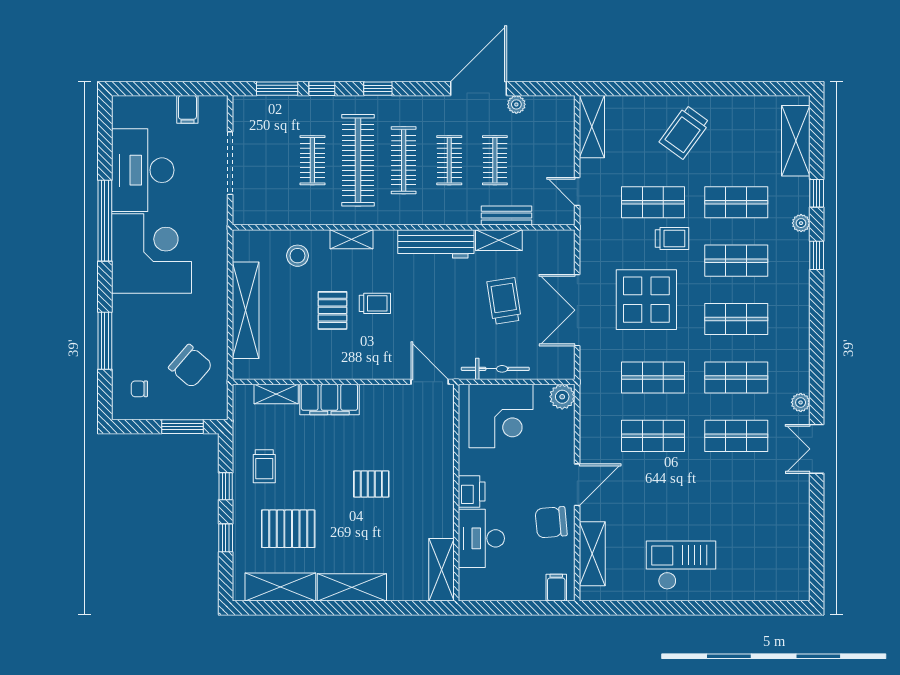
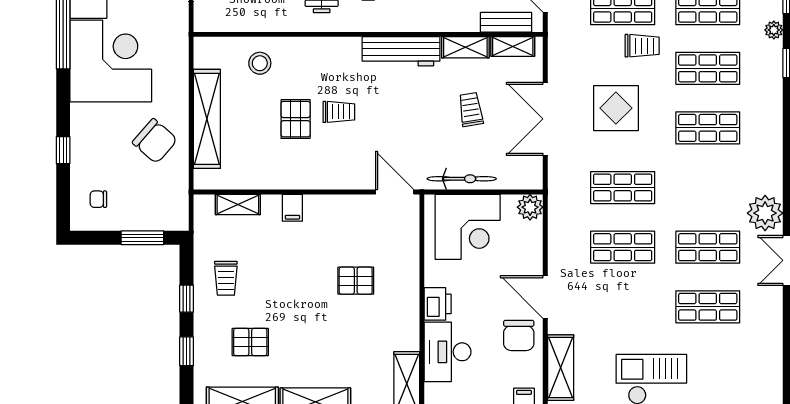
bench: (507, 216) -> (506, 22), moved
shelving: (352, 239) -> (513, 46), moved
display table: (646, 300) -> (616, 108), width x0.73, depth x0.73
trolley: (504, 301) -> (471, 109), width x0.73, depth x0.72
window: (105, 341) -> (63, 150), width x0.46
chair: (191, 366) -> (155, 141), moved
shop shelf: (736, 377) -> (708, 307), moved
filing cabinet: (329, 399) -> (292, 208), width x0.33, depth x0.86
plant: (801, 402) -> (765, 213), width x1.88, depth x1.88
pallet: (371, 484) -> (356, 281), moved
door: (577, 485) -> (545, 297), swing flipped
chair: (551, 522) -> (519, 335), turned -85
pallet: (288, 529) -> (250, 342), width x0.67, depth x0.71

